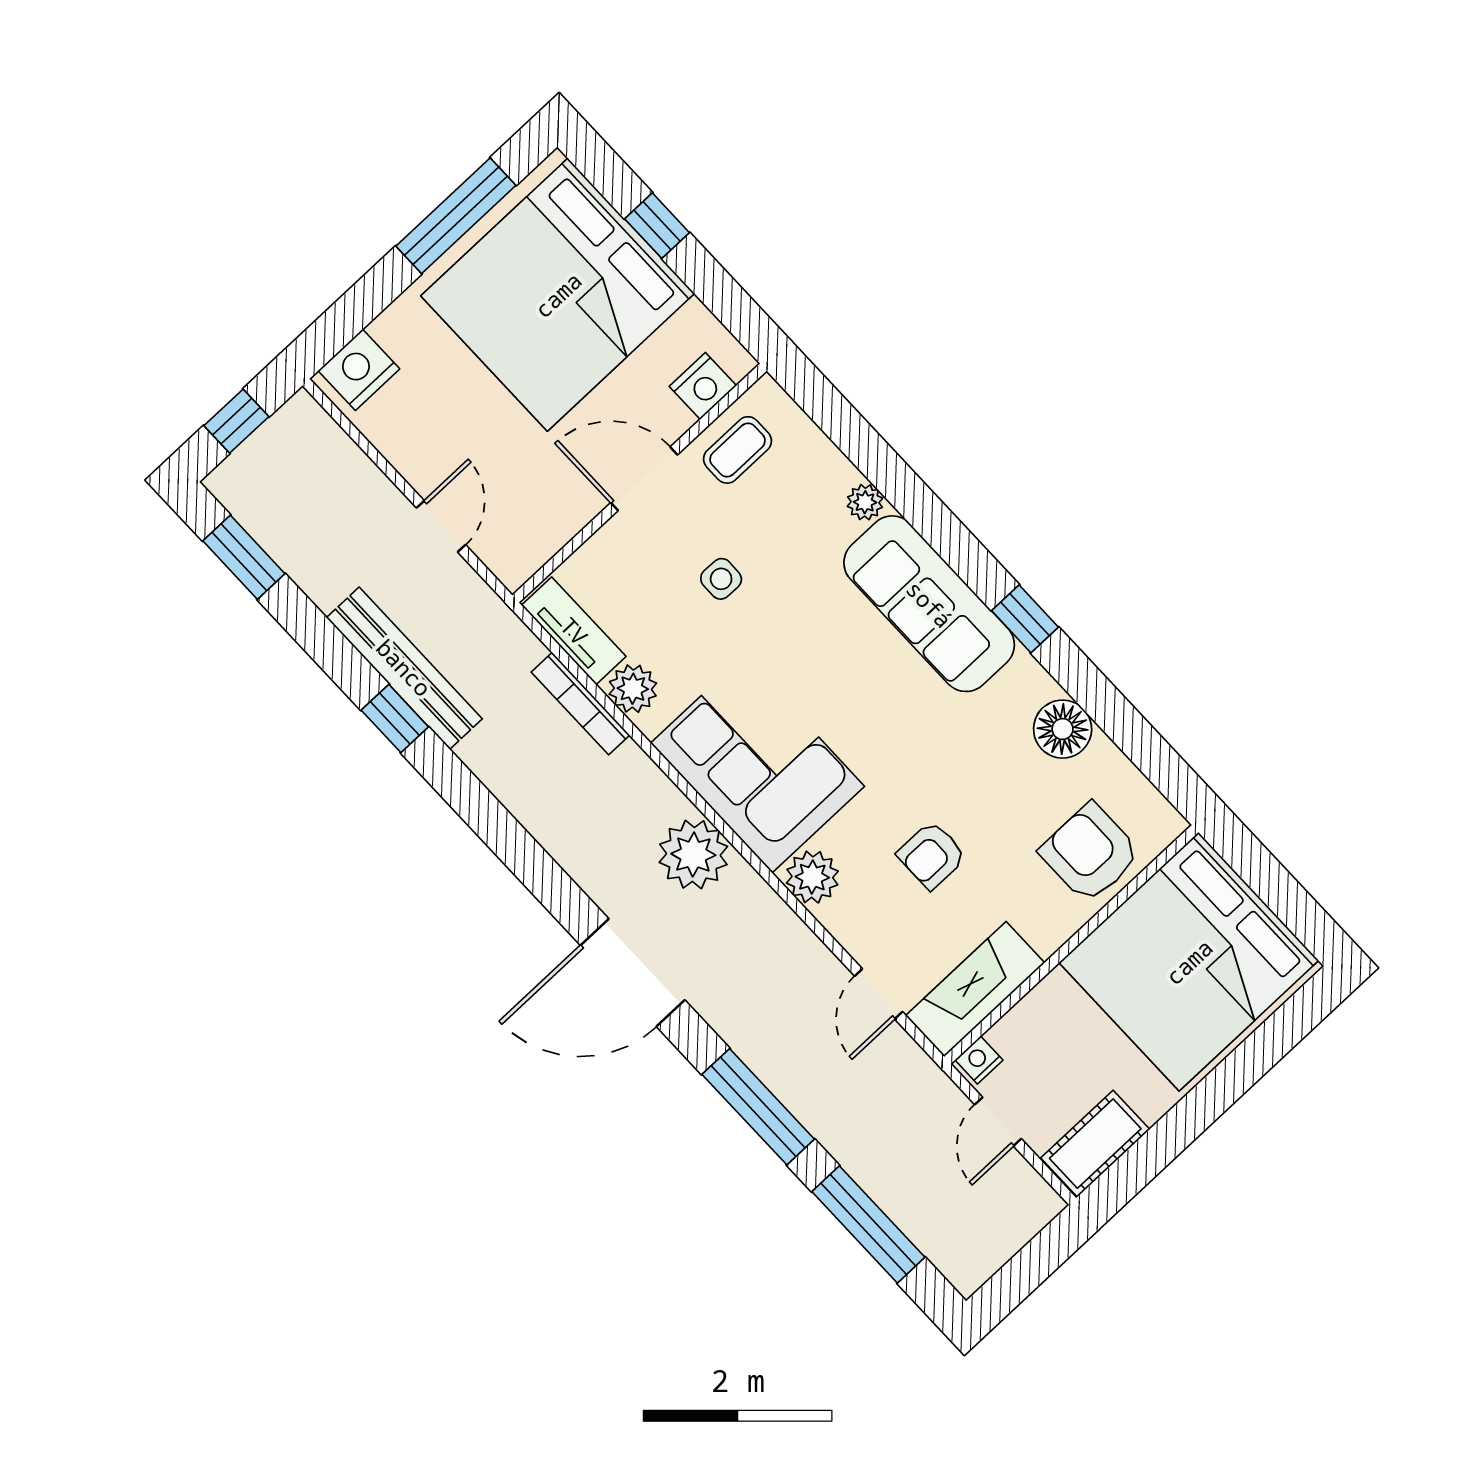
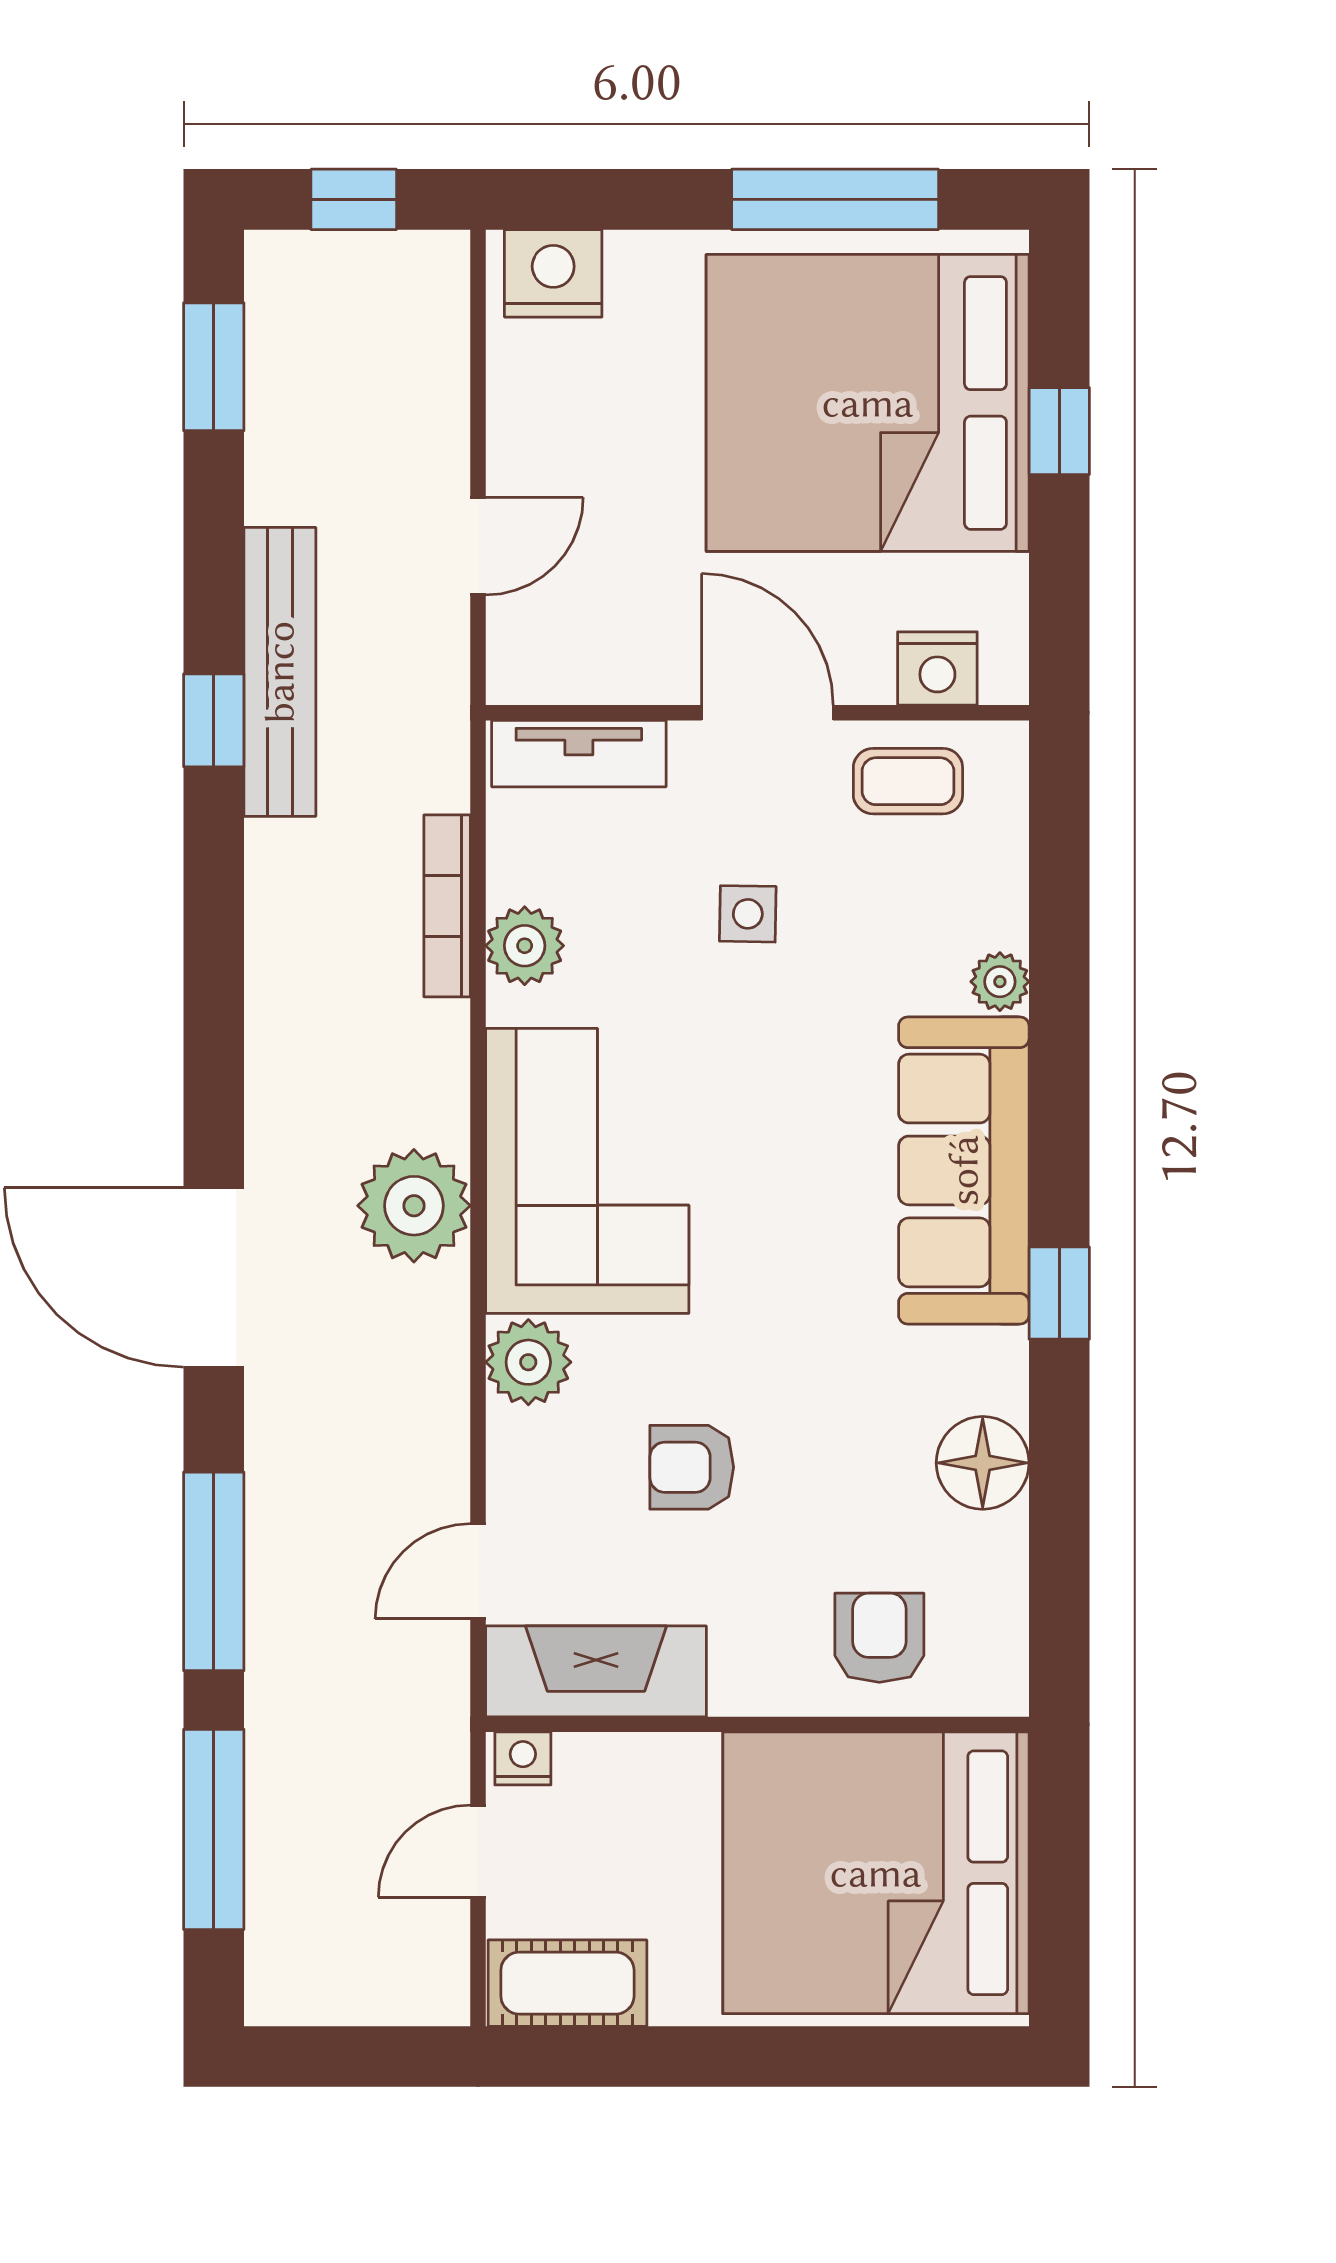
tv unit: (574, 631) -> (579, 754), moved, turned 90
armchair: (1090, 853) -> (879, 1638), width x0.72, depth x0.72

